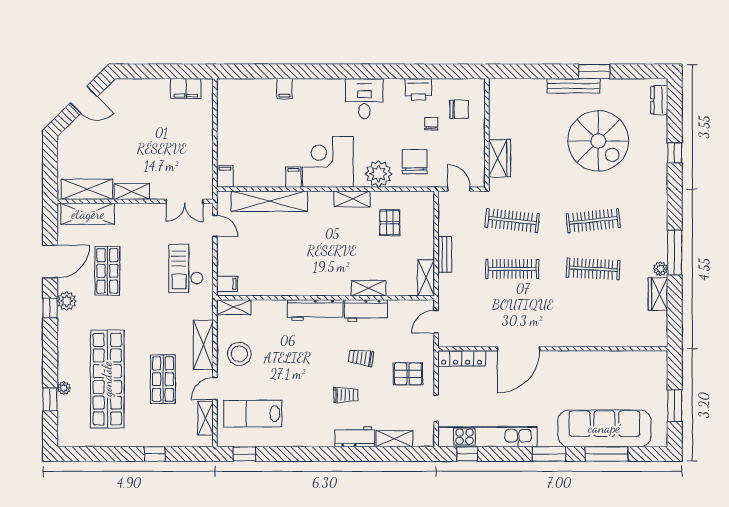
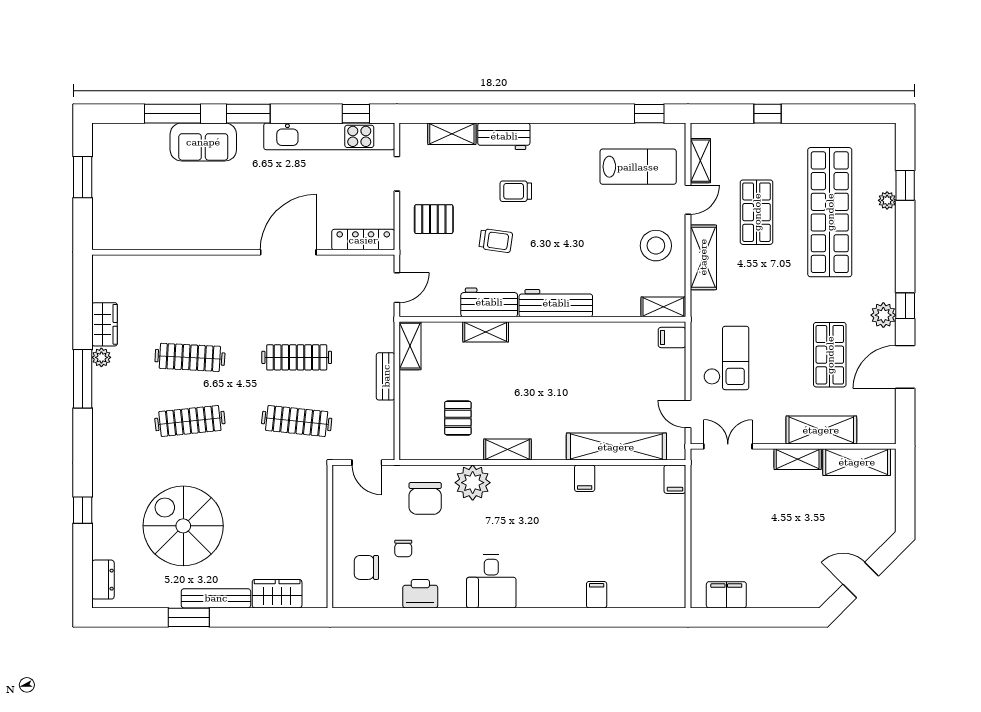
wardrobe: (500, 158) -> (277, 594), moved, turned 90
corner desk: (328, 162) -> (539, 498), removed
shelving: (88, 214) -> (821, 430), moved
sofa: (604, 428) -> (203, 142), width x0.54, depth x0.79

